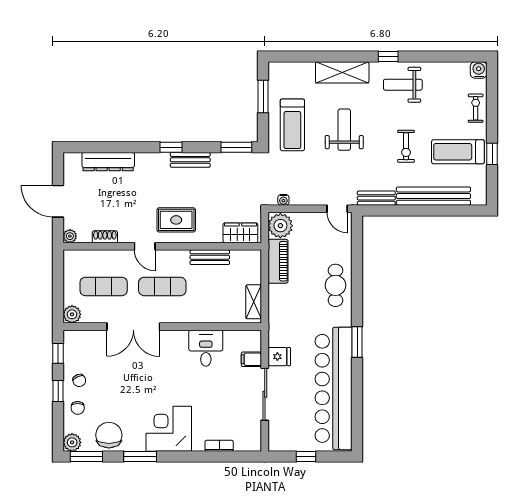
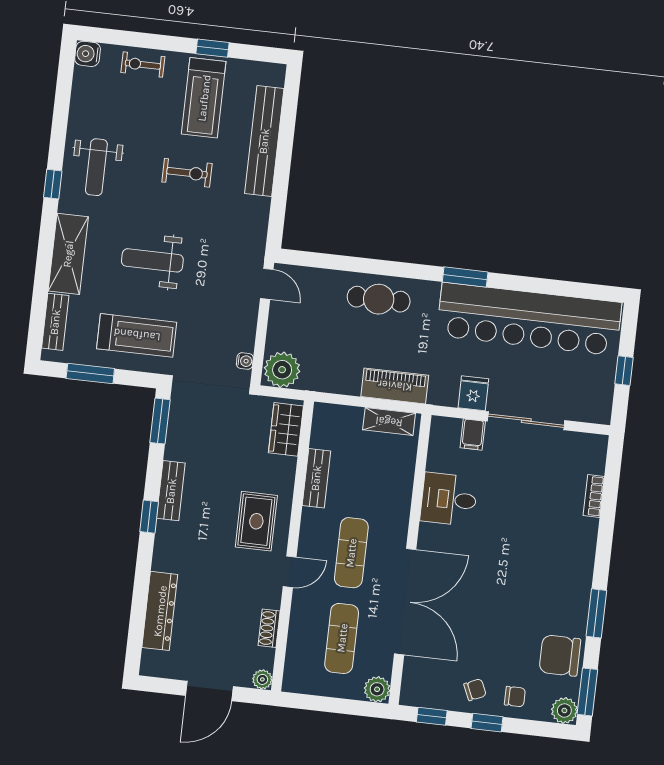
bench: (376, 198) -> (55, 322), moved
door: (337, 209) -> (267, 284), hinge flipped
piano: (278, 261) -> (395, 386), moved
double door: (133, 327) -> (405, 602), width x1.36
corner desk: (169, 429) -> (560, 567), removed

